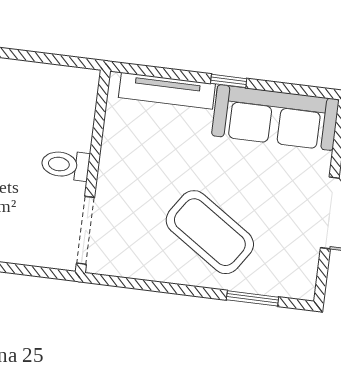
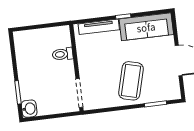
toilet: (65, 165) -> (63, 54), moved
coffee table: (210, 232) -> (131, 81), turned 71

